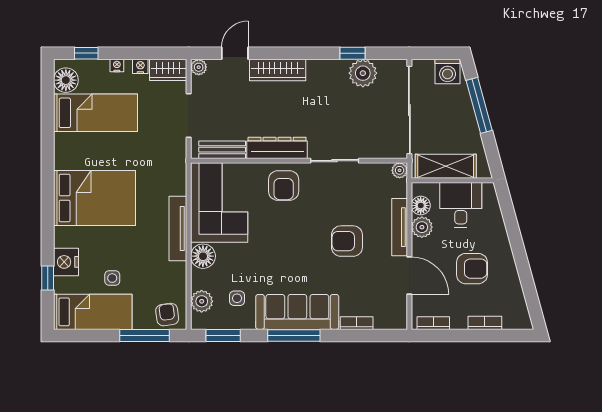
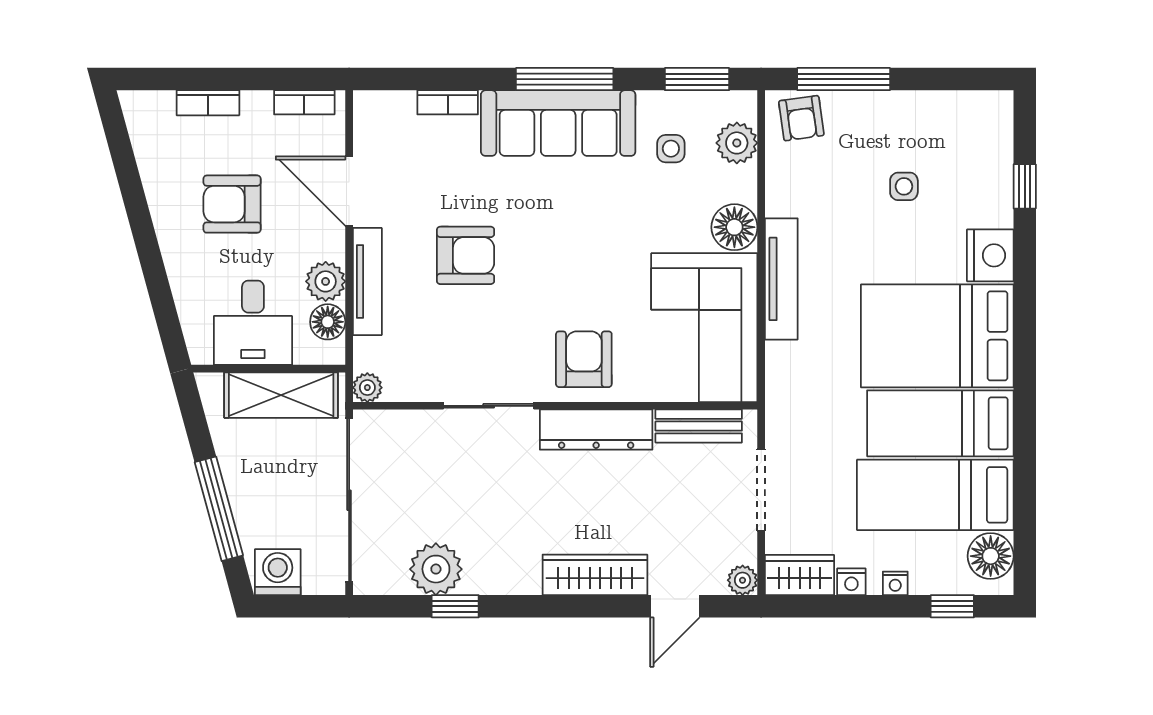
nightstand: (66, 262) -> (990, 255), moved
bed: (93, 312) -> (940, 423), moved

